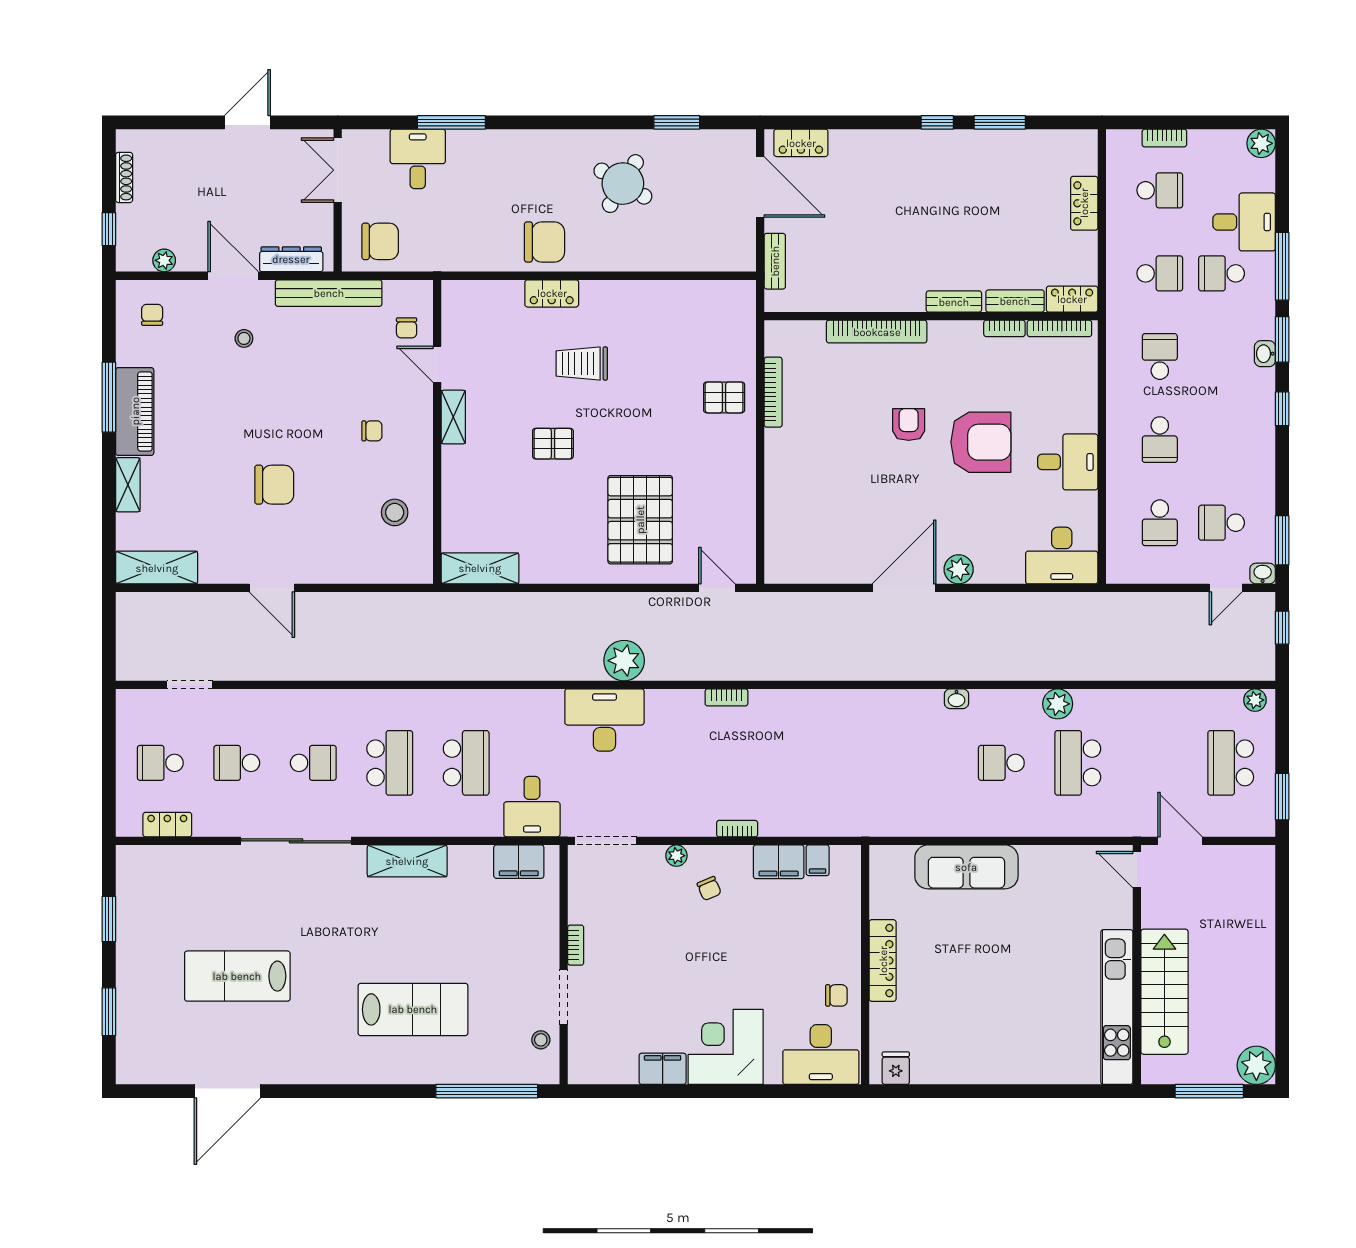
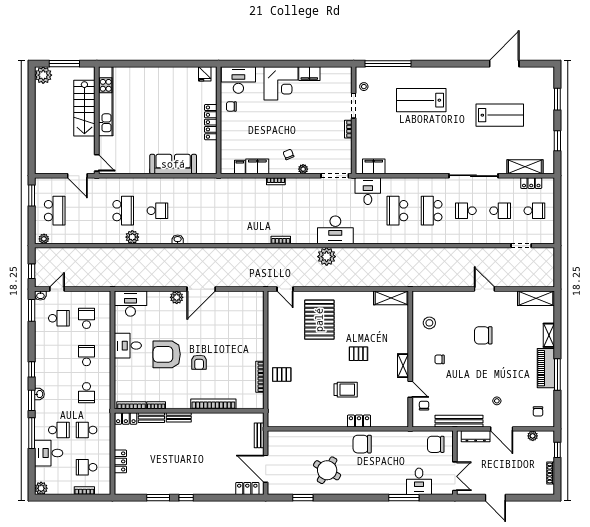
door: (247, 122) -> (495, 498), hinge flipped
shelving: (407, 861) -> (525, 167), moved

